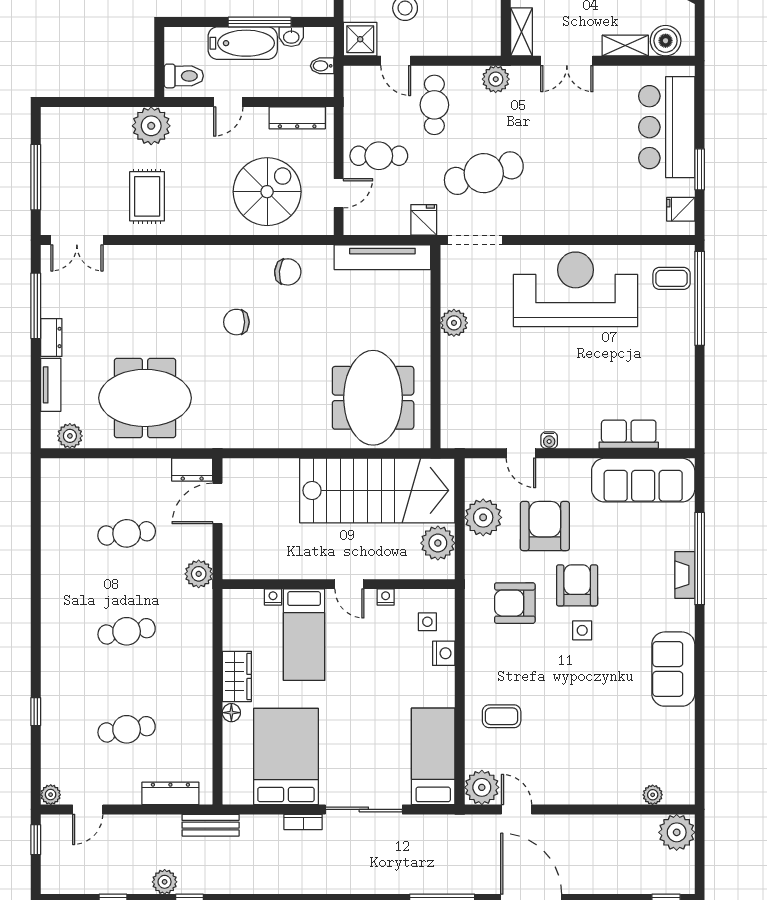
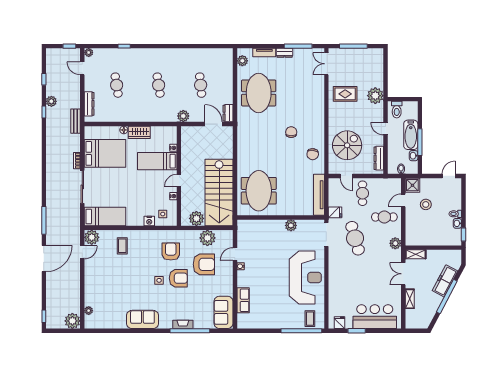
boiler: (666, 41) -> (412, 316), removed
spiral stairs: (267, 192) -> (347, 145), turned -90
meeting table: (373, 398) -> (259, 191), turned 90
sofa: (643, 480) -> (223, 312), width x0.73

